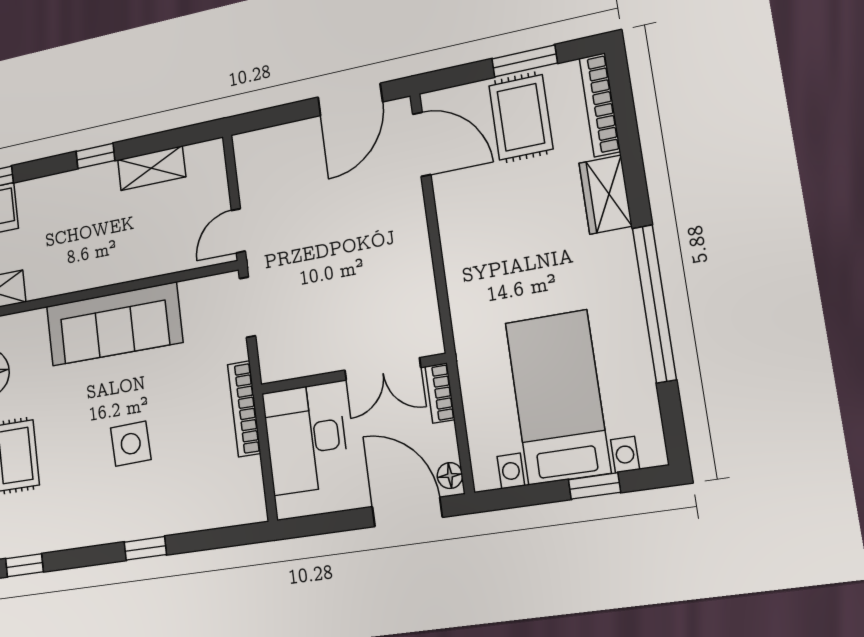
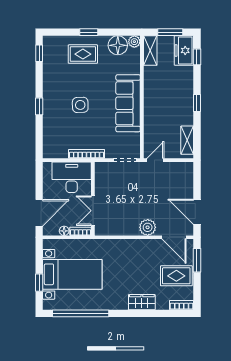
window: (525, 61) -> (197, 260), moved
bookcase: (600, 105) -> (182, 305), width x0.64
door: (422, 144) -> (174, 237), hinge flipped
shelving: (152, 168) -> (187, 140), moved
plant: (406, 218) -> (148, 227), added
door: (238, 231) -> (155, 160), hinge flipped
window: (654, 304) -> (81, 313), moved
floor lamp: (450, 476) -> (64, 231), moved

